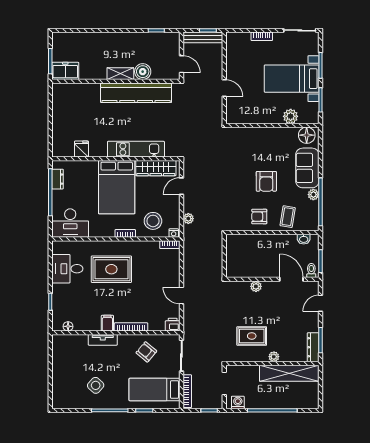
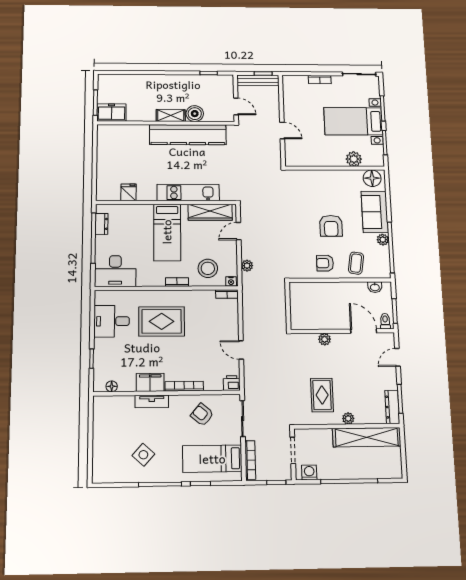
bed: (117, 187) -> (167, 232), width x0.67
filing cabinet: (107, 323) -> (150, 382), width x2.00
rug: (252, 336) -> (322, 395), turned 90

